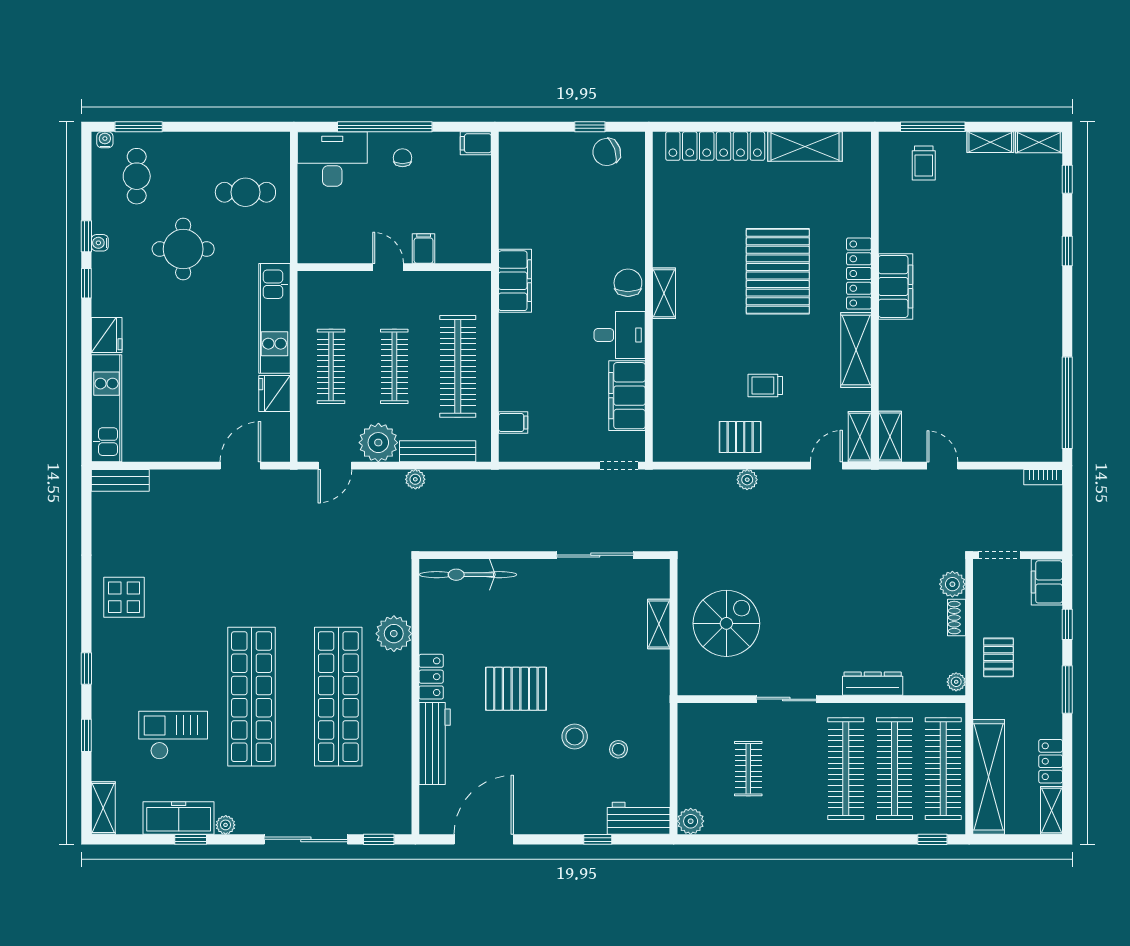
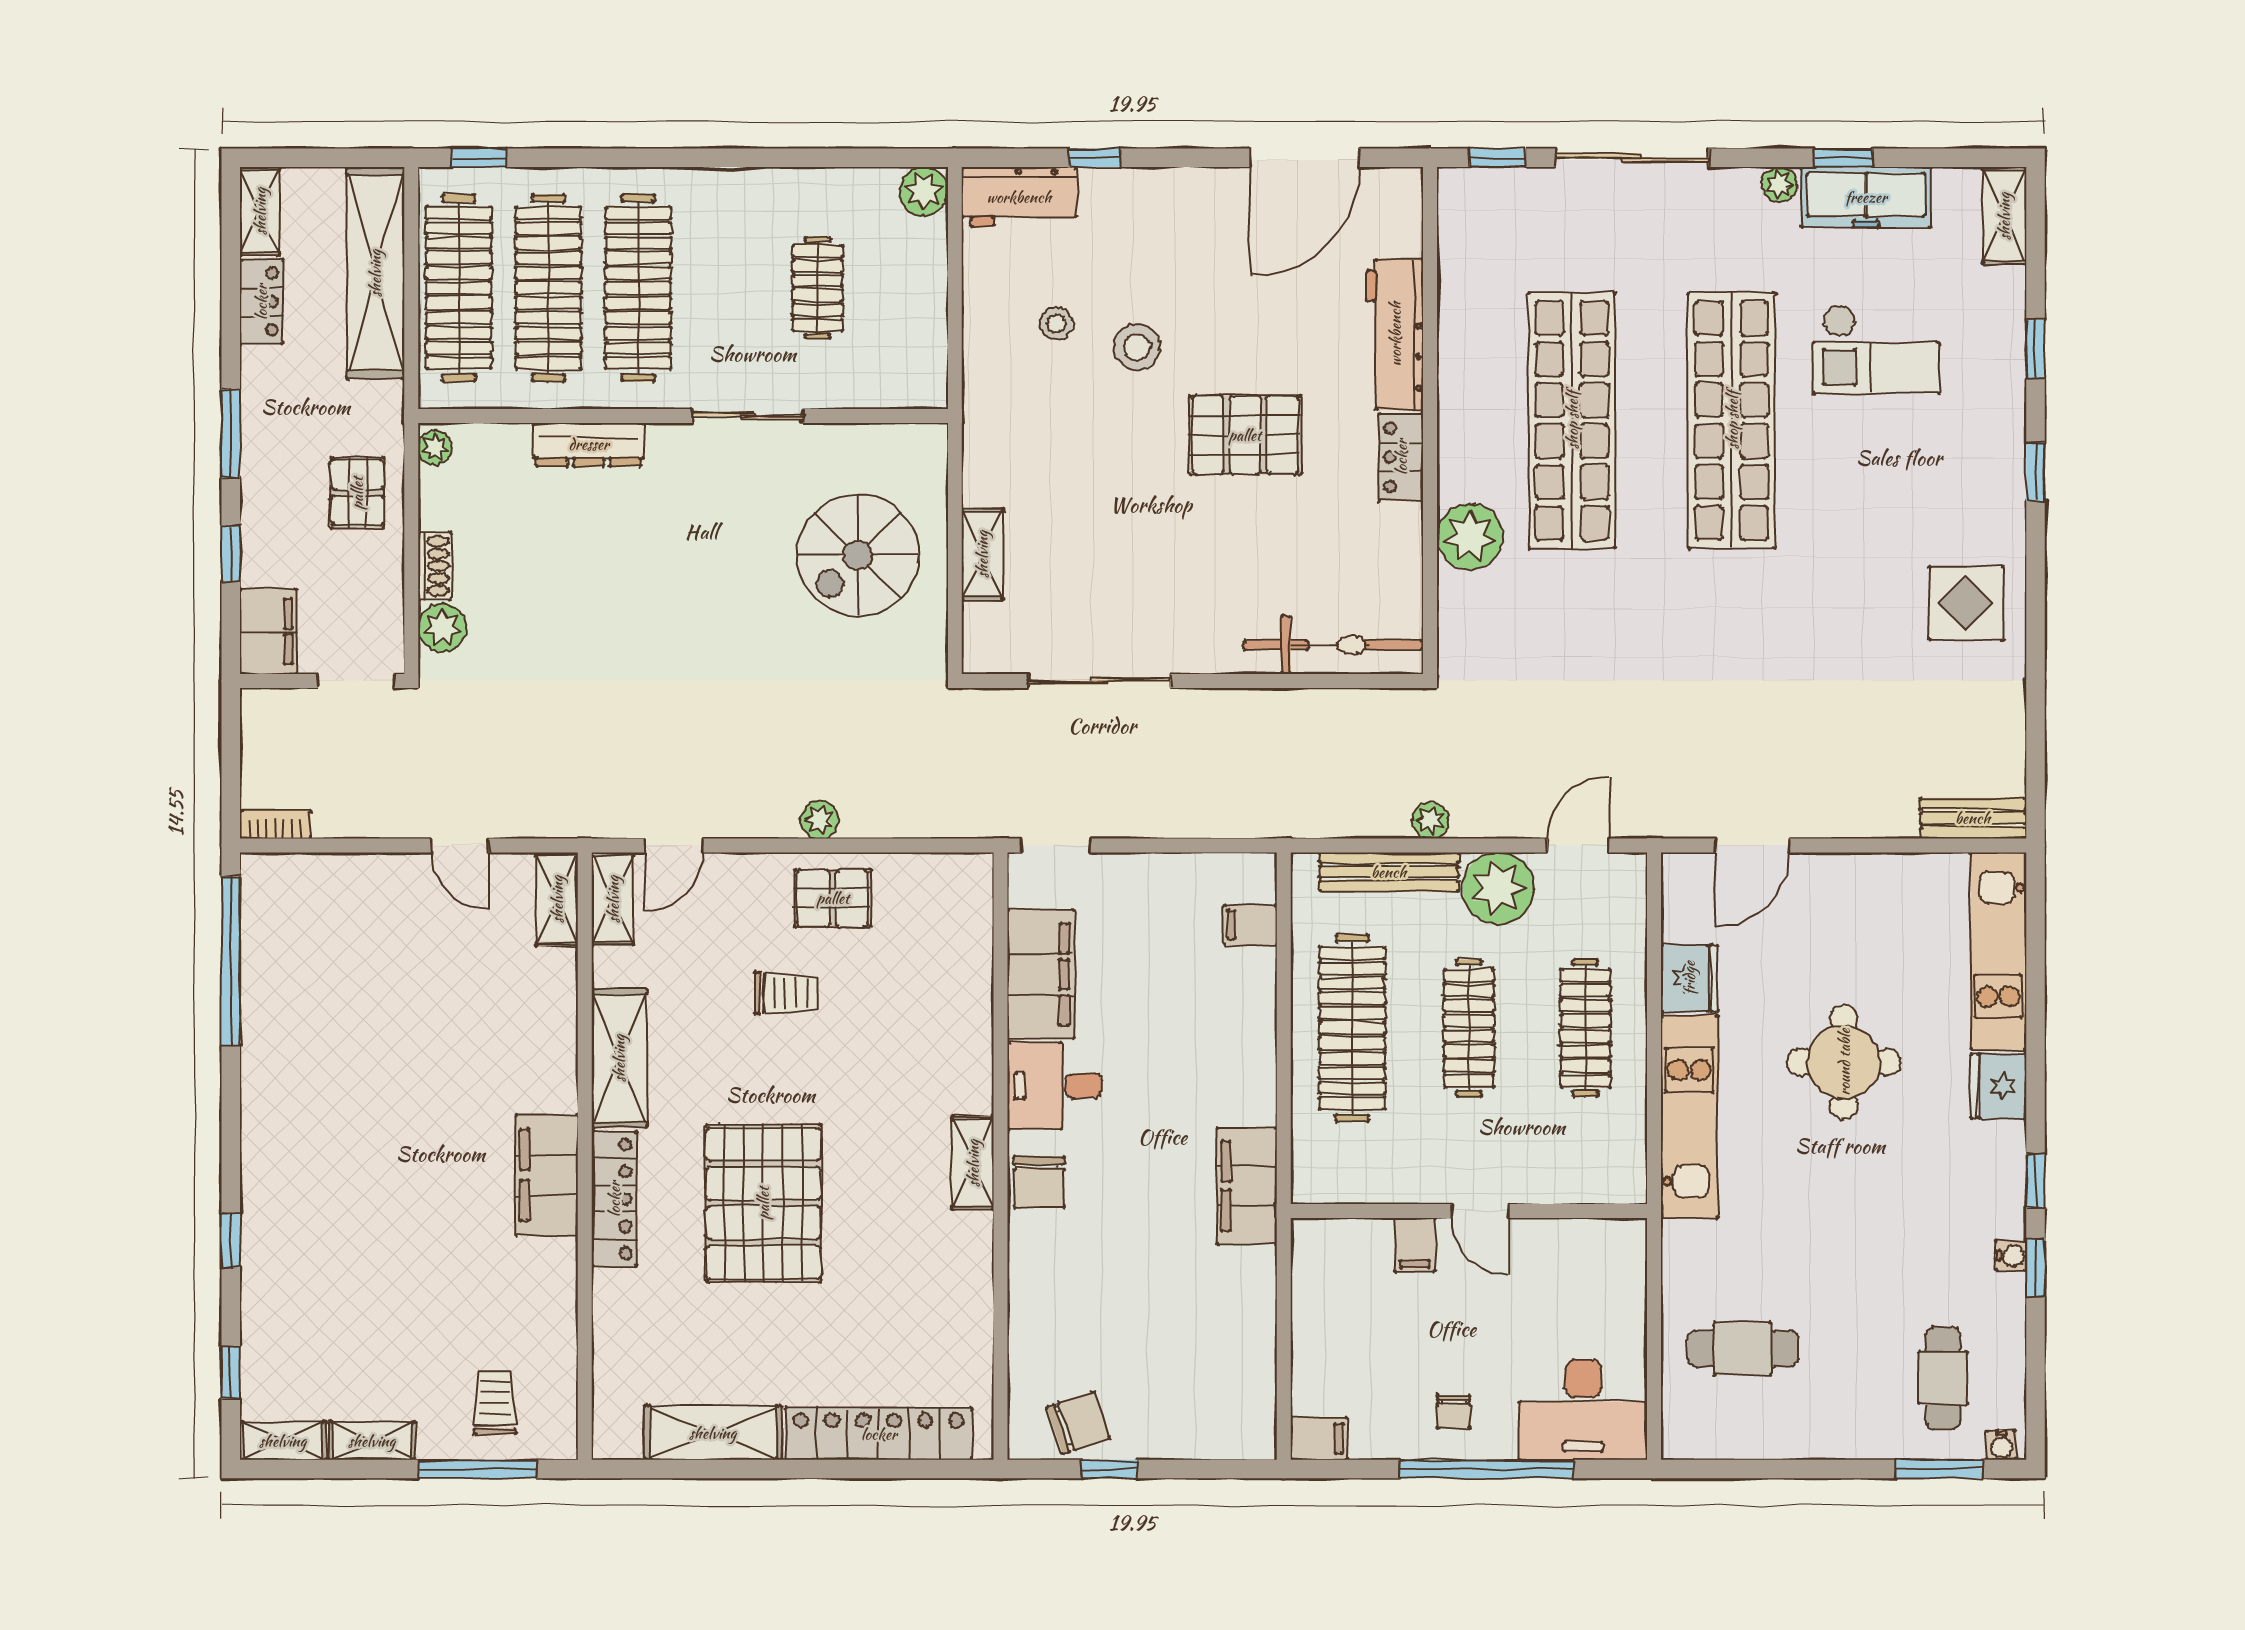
round table: (183, 249) -> (1844, 1062), moved

